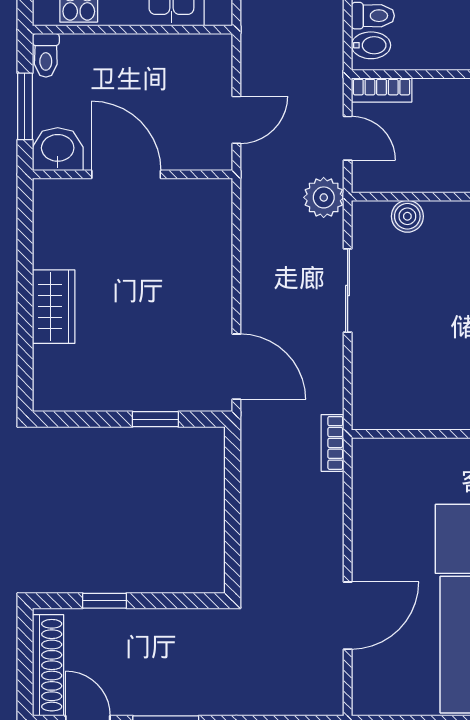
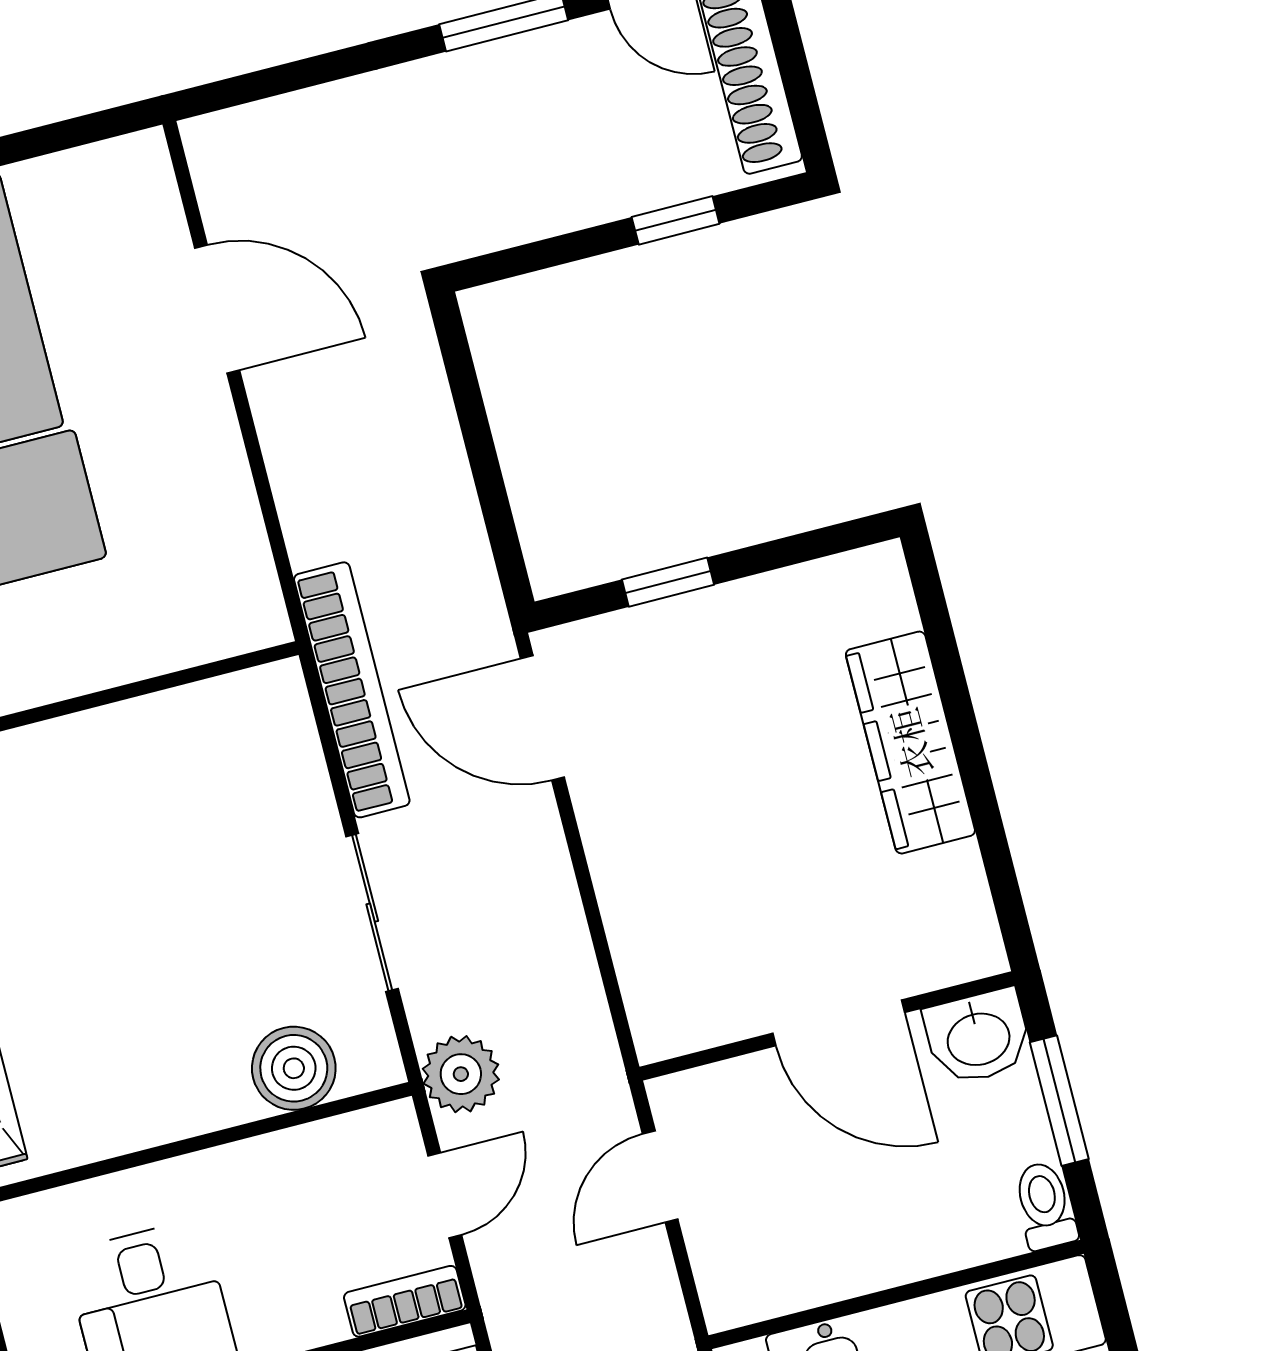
door: (348, 138) -> (445, 1195), swing flipped
boiler: (407, 216) -> (294, 1068), width x1.36, depth x1.36
wardrobe: (54, 307) -> (910, 743), width x1.50
bookcase: (333, 443) -> (352, 690), width x2.31, depth x1.31
door: (348, 616) -> (217, 309), swing flipped

